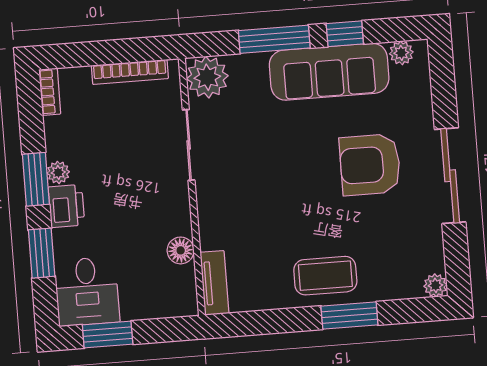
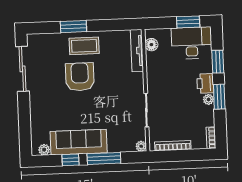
plant: (207, 77) -> (141, 146), width x0.53, depth x0.53
armchair: (370, 165) -> (80, 77), moved, turned -90
sliding door: (450, 176) -> (22, 69), moved
floor lamp: (181, 250) -> (151, 45), moved
tv unit: (214, 283) -> (137, 51), width x1.41
plant: (435, 285) -> (32, 39), removed
desk: (87, 291) -> (192, 43), width x1.37

